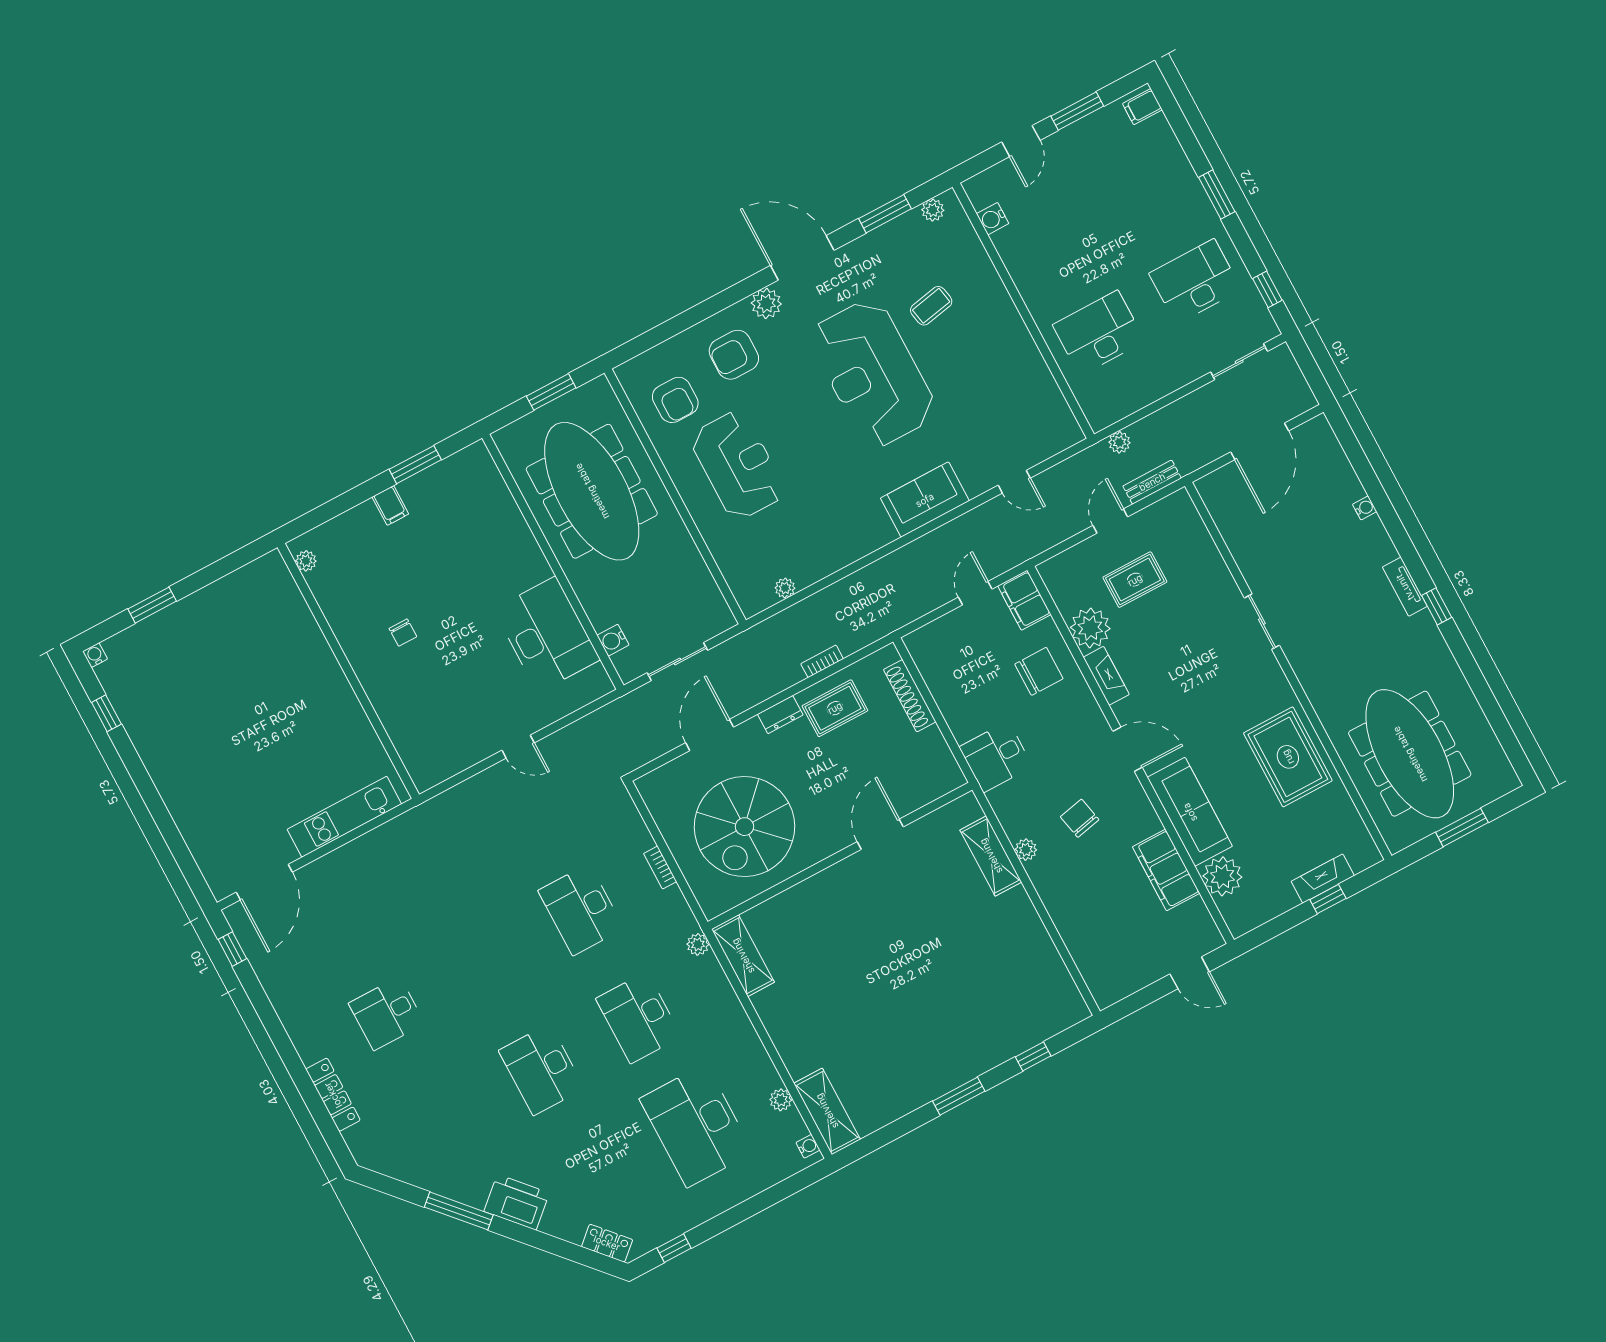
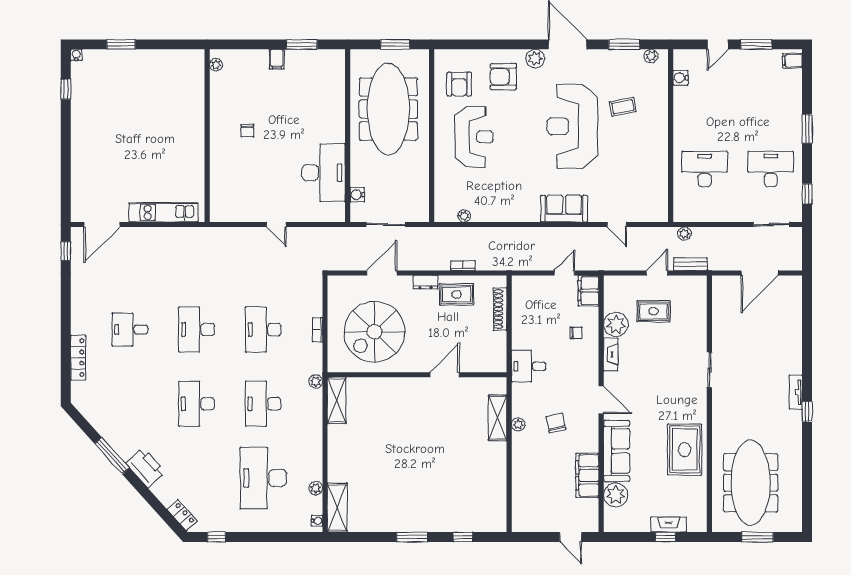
water cooler: (1365, 508) -> (797, 338), removed
chair: (1039, 671) -> (576, 333), width x0.54, depth x0.54
desk: (484, 962) -> (197, 330), added

